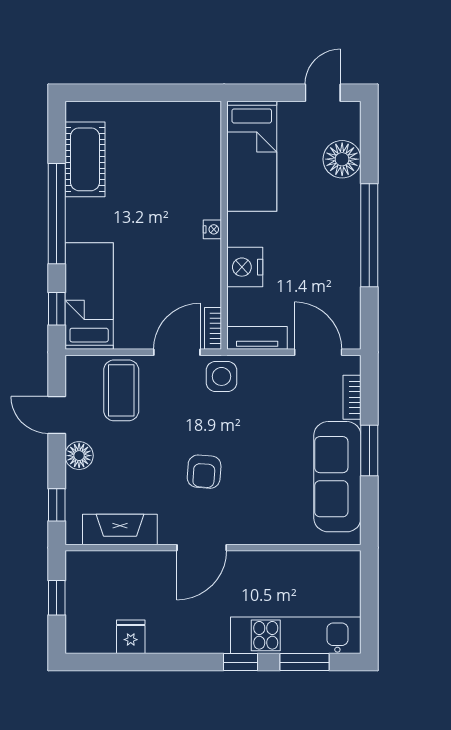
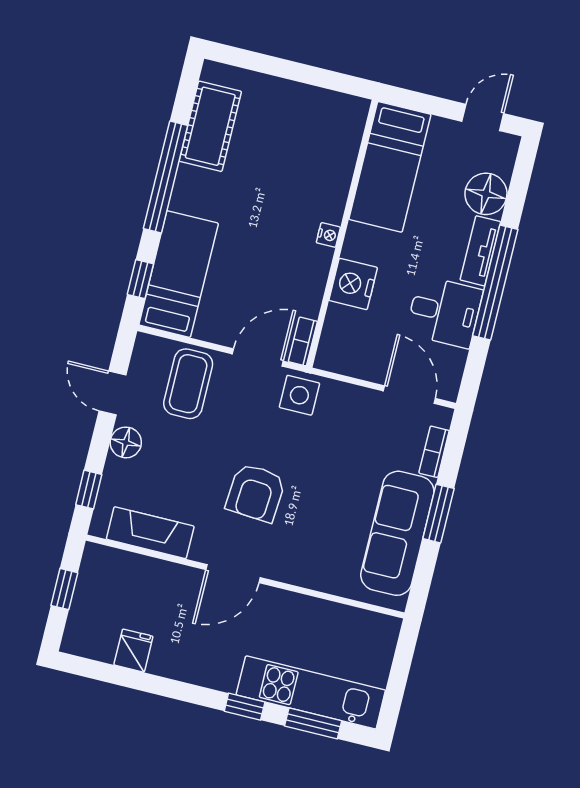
desk: (331, 272) -> (444, 312), added
tv unit: (257, 338) -> (480, 251), moved, turned -90
armchair: (204, 472) -> (256, 493), width x1.38, depth x1.38

